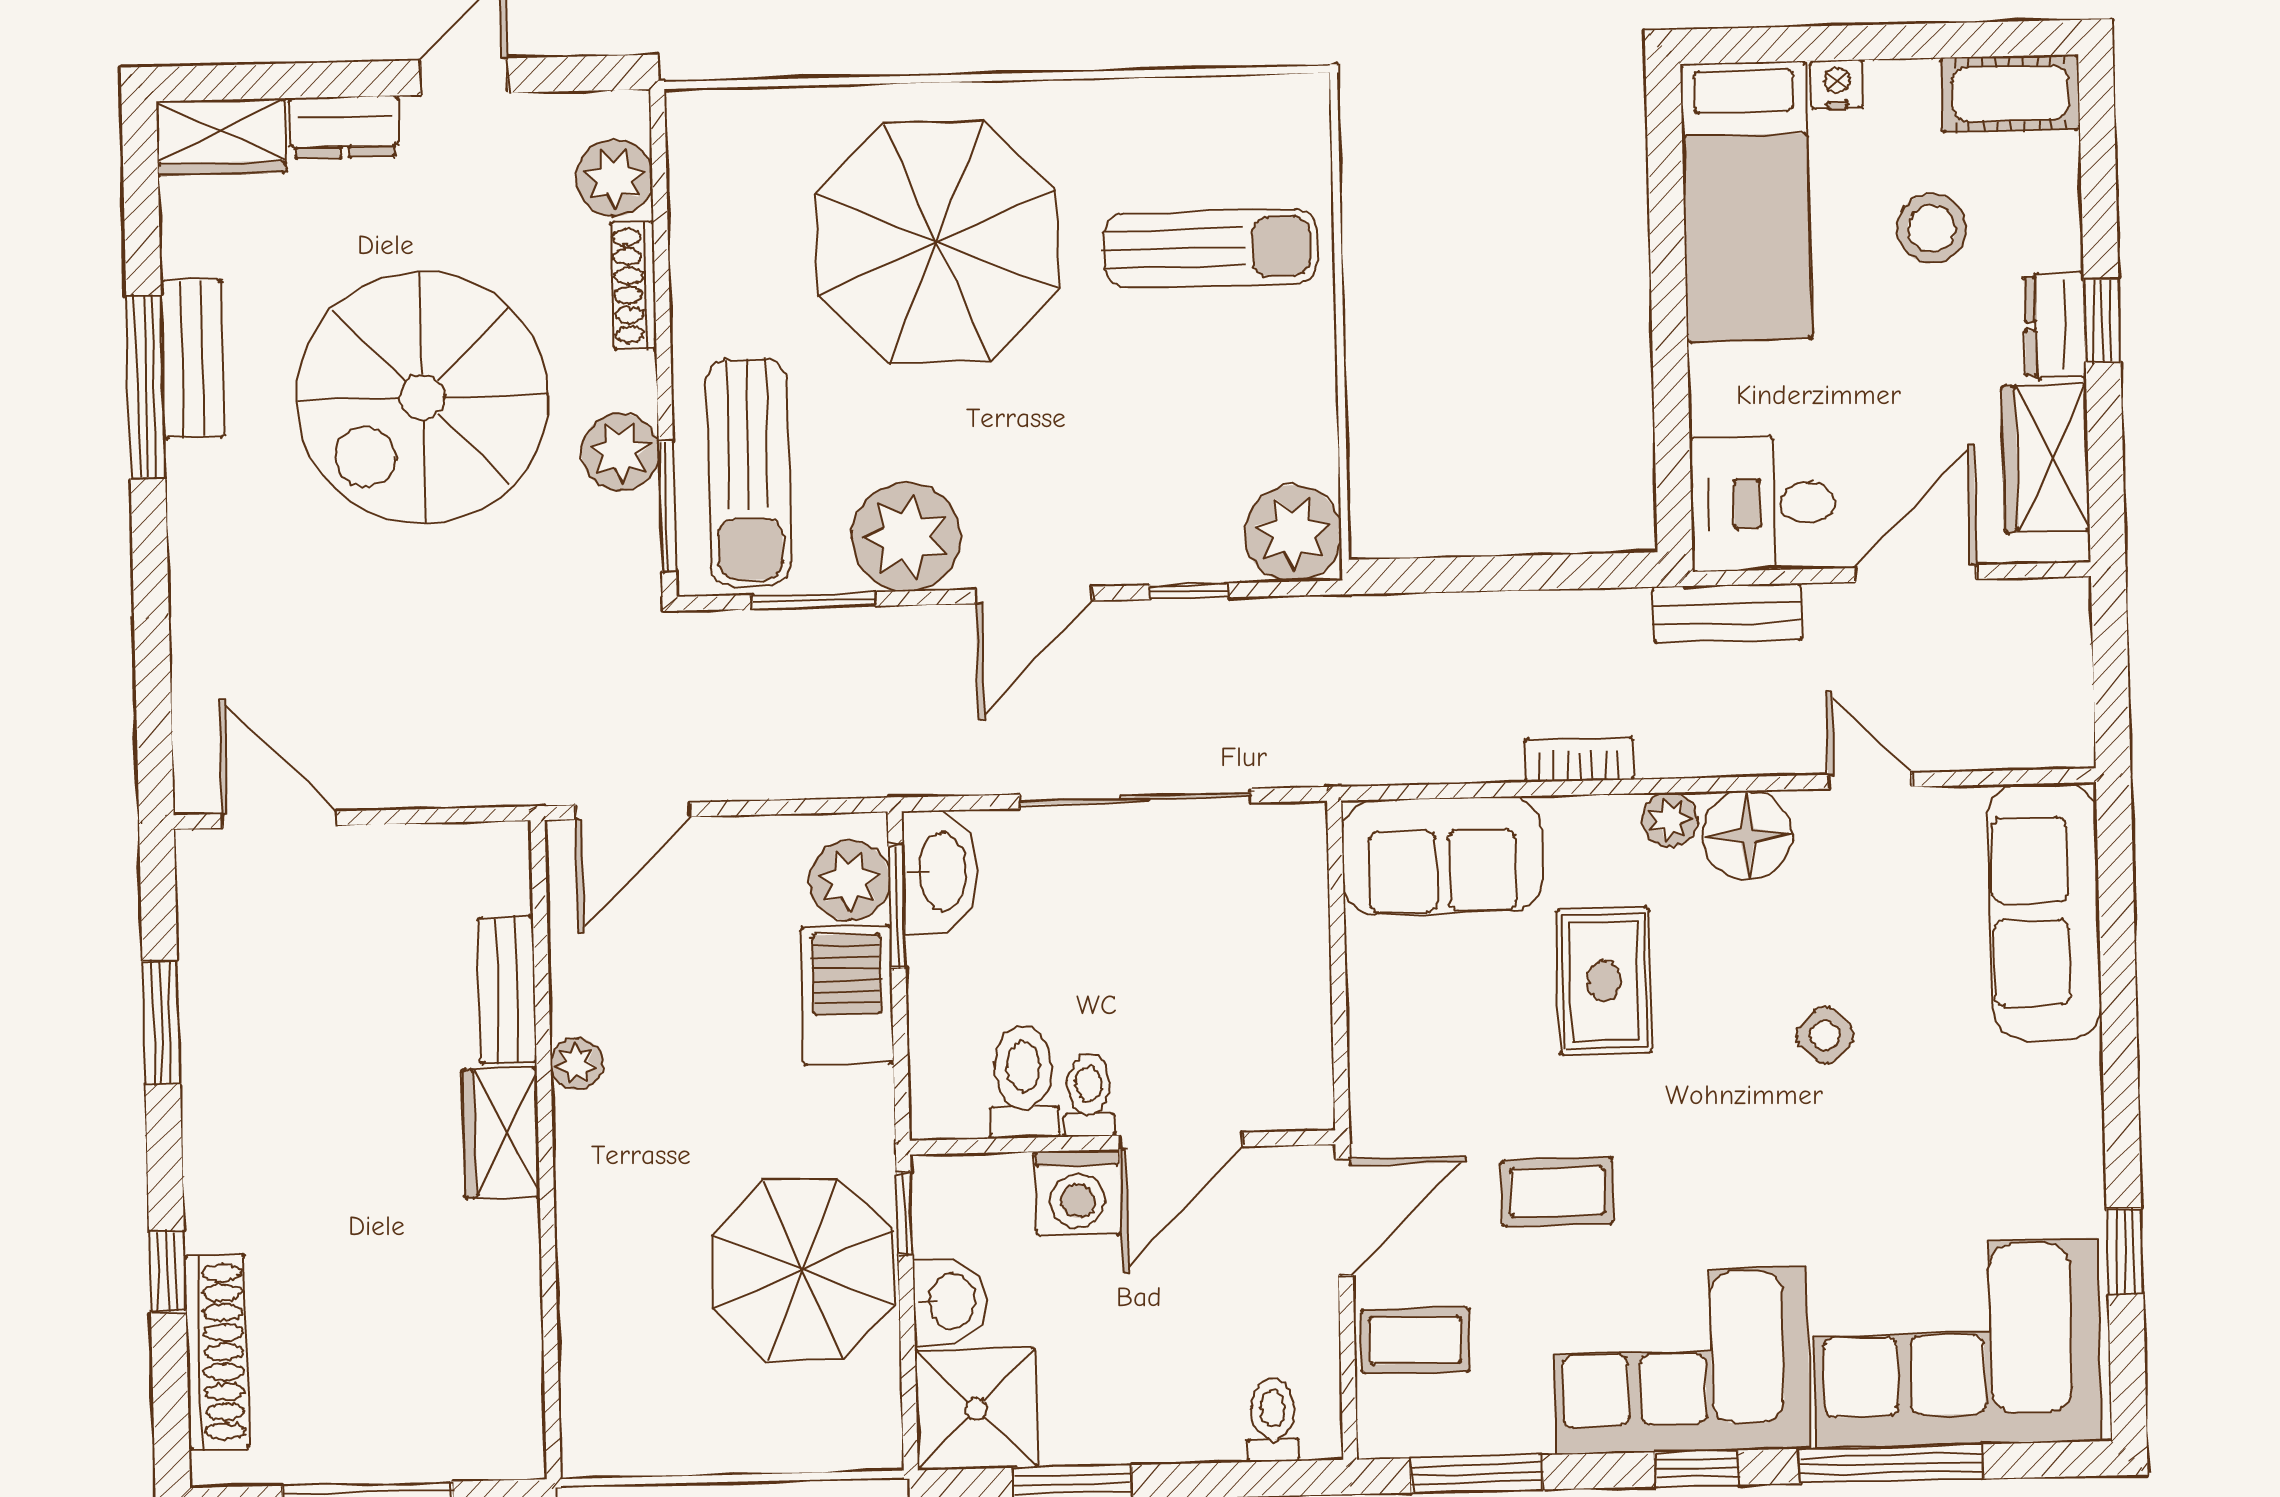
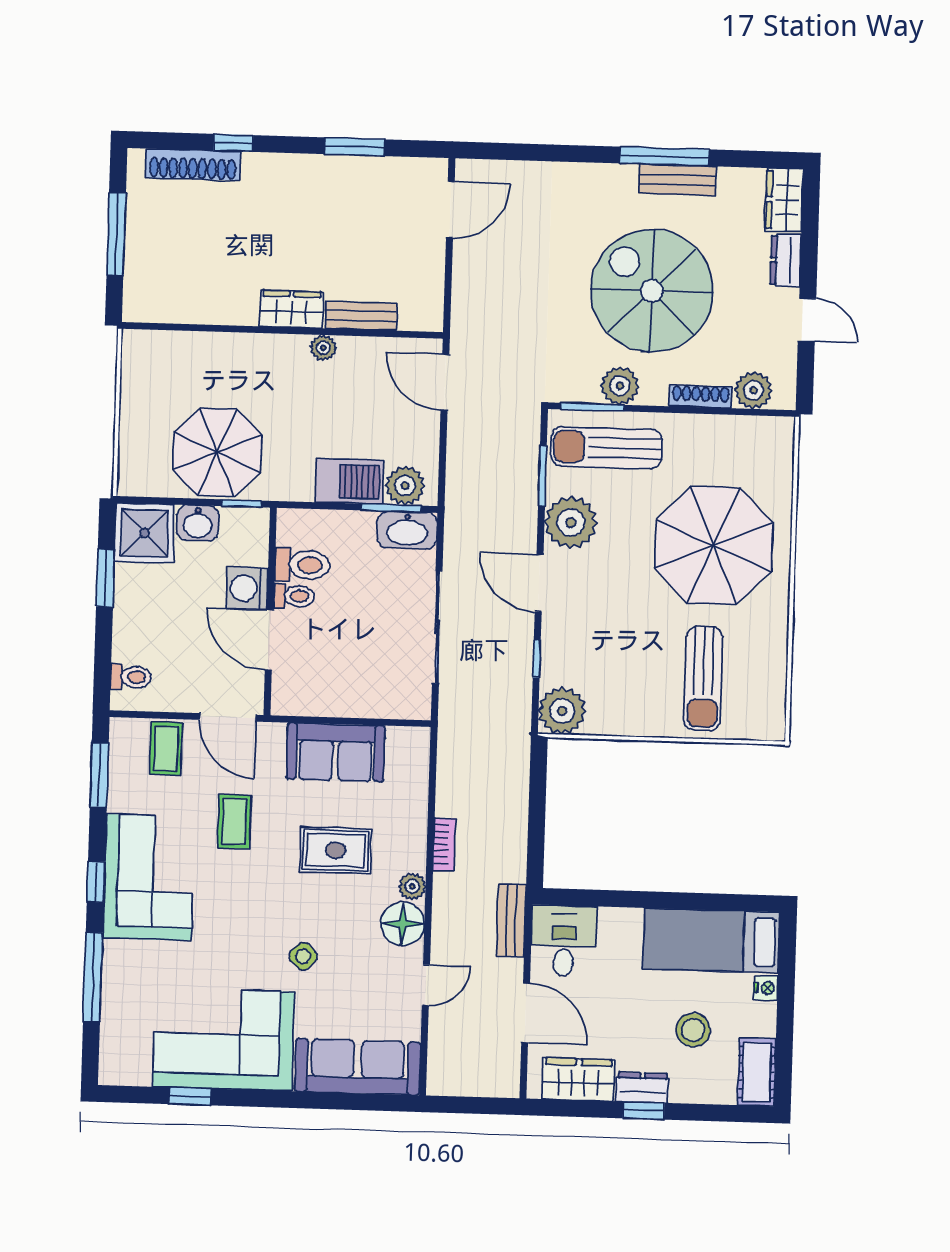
sofa: (1442, 856) -> (336, 752), moved, turned -90
corner sofa: (1956, 1343) -> (224, 1039), moved, turned -90

